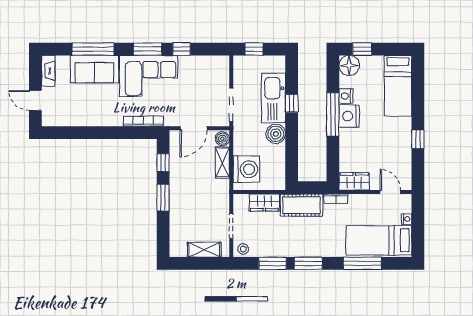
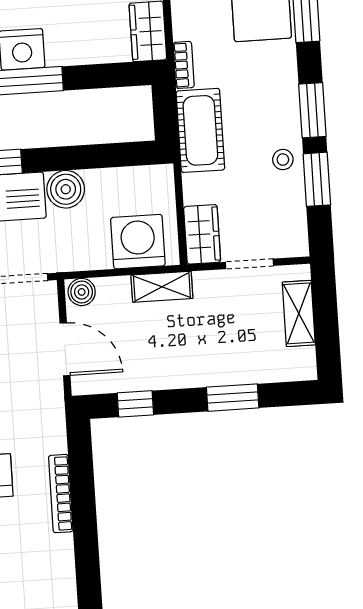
bookcase: (143, 121) -> (61, 494), moved
shelving: (222, 162) -> (162, 287), moved
window: (163, 198) -> (233, 398), moved
wardrobe: (264, 203) -> (202, 234), moved
stool: (243, 249) -> (283, 160), moved

